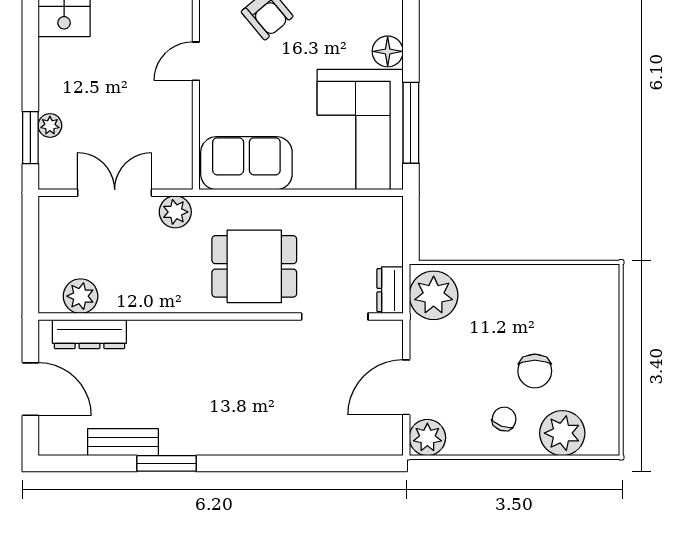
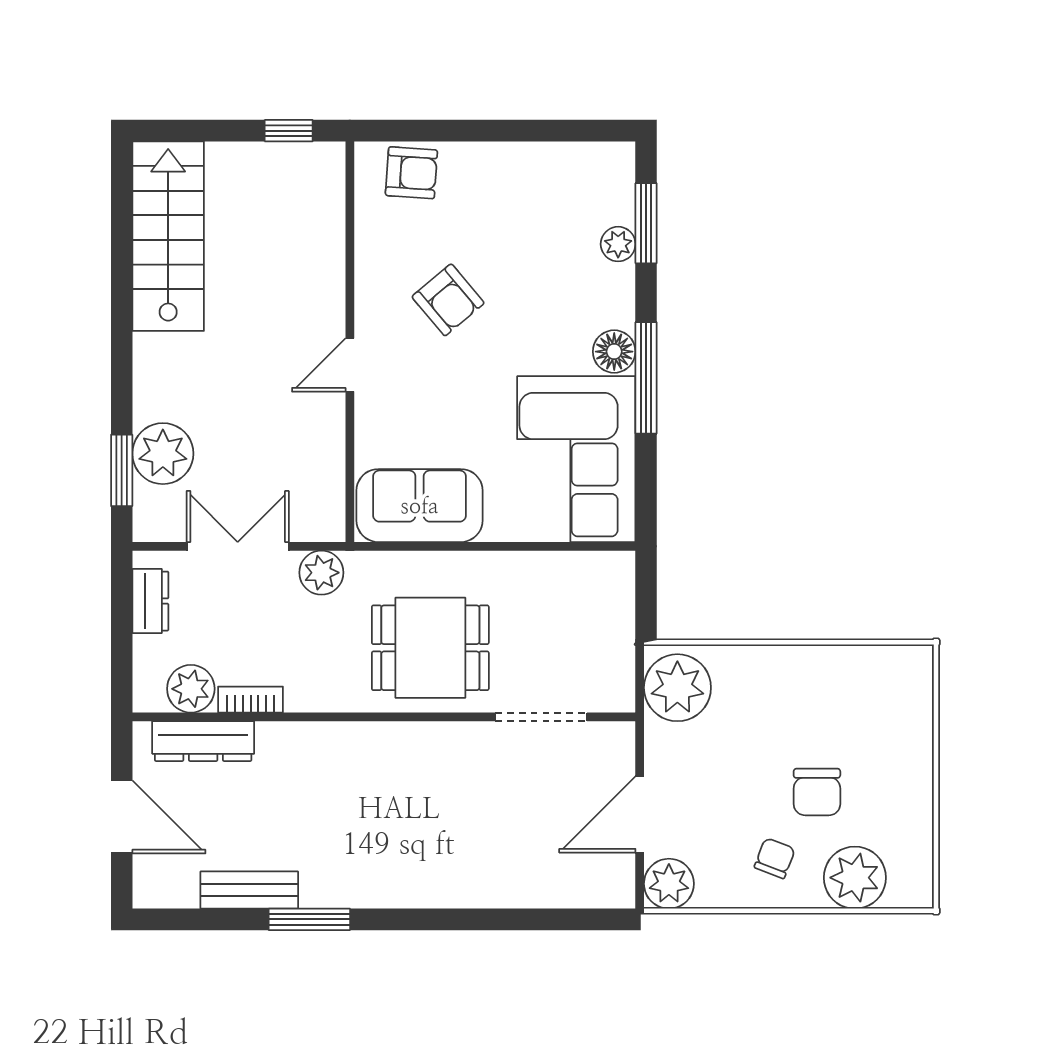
window: (411, 123) -> (646, 378), moved
plant: (50, 125) -> (163, 454), width x1.88, depth x1.88
dresser: (390, 290) -> (150, 601), moved, turned 180
bookcase: (124, 304) -> (251, 700), added

